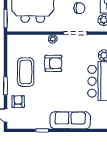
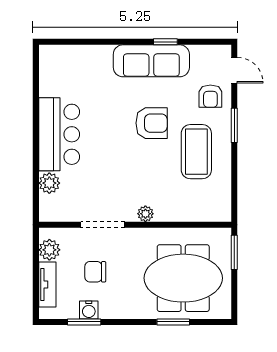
armchair: (53, 63) -> (152, 123), moved, turned 180
sofa: (70, 120) -> (151, 61), moved

